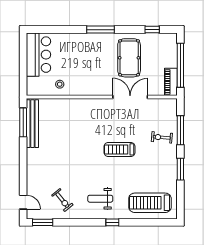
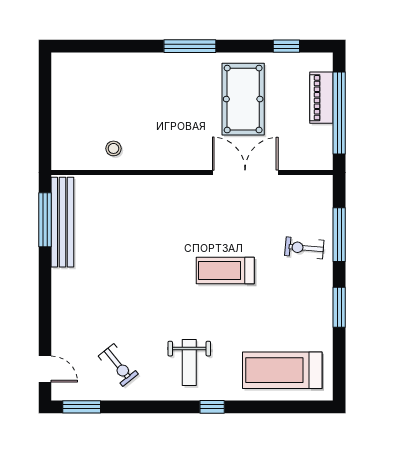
bar counter: (38, 55) -> (74, 93), removed
piano: (171, 82) -> (321, 98), moved
weight bench: (100, 199) -> (189, 363), turned -90

